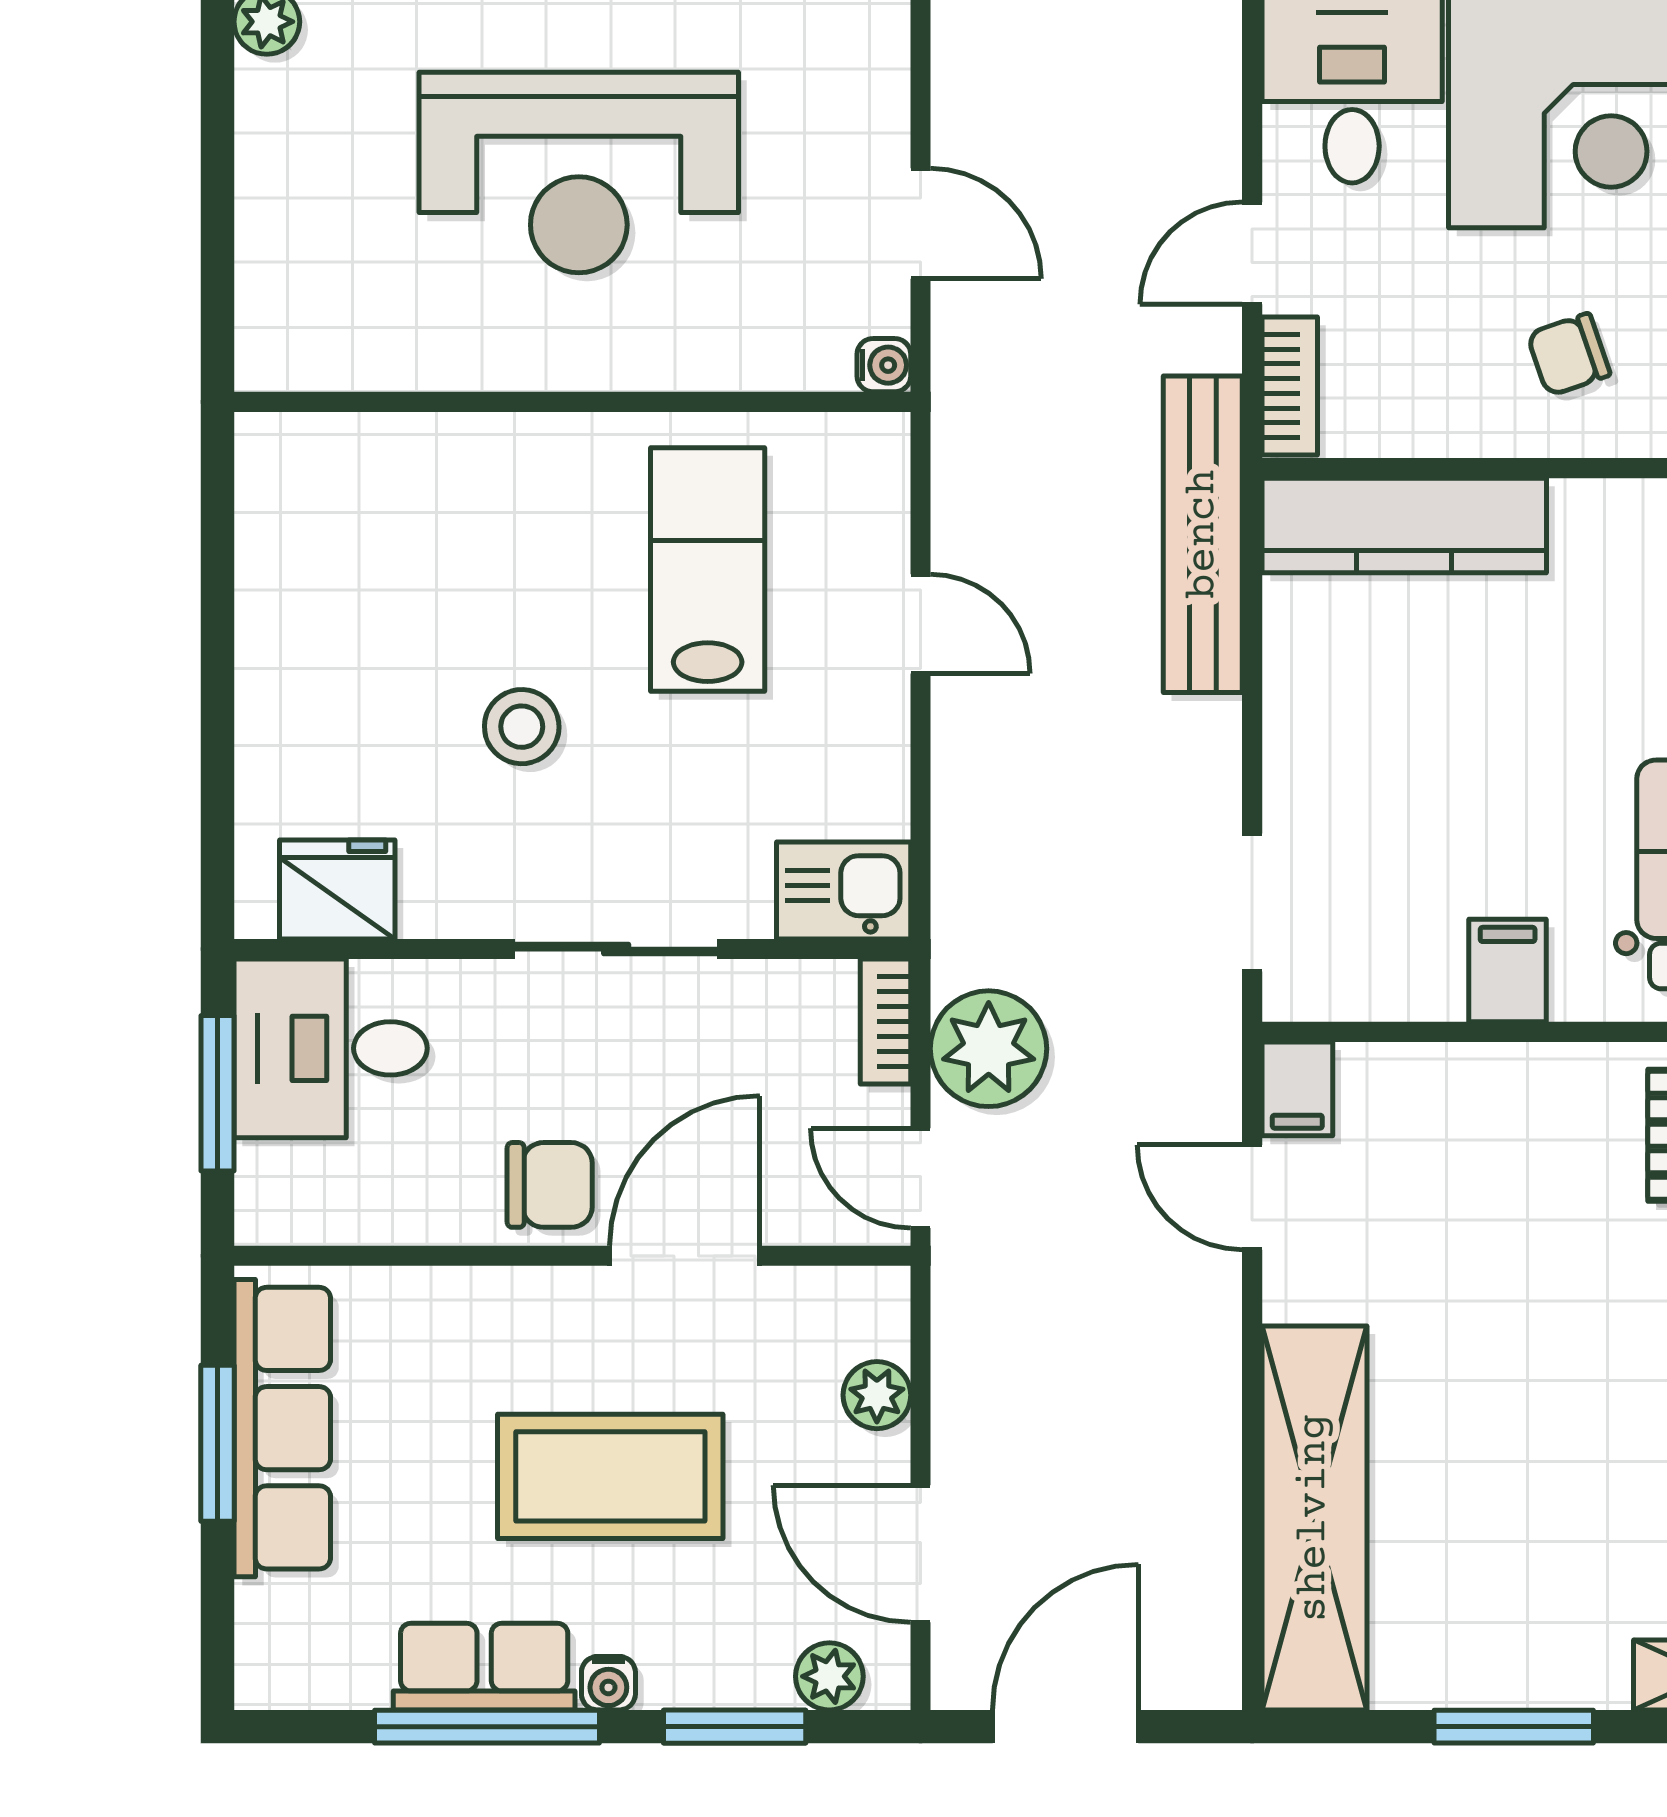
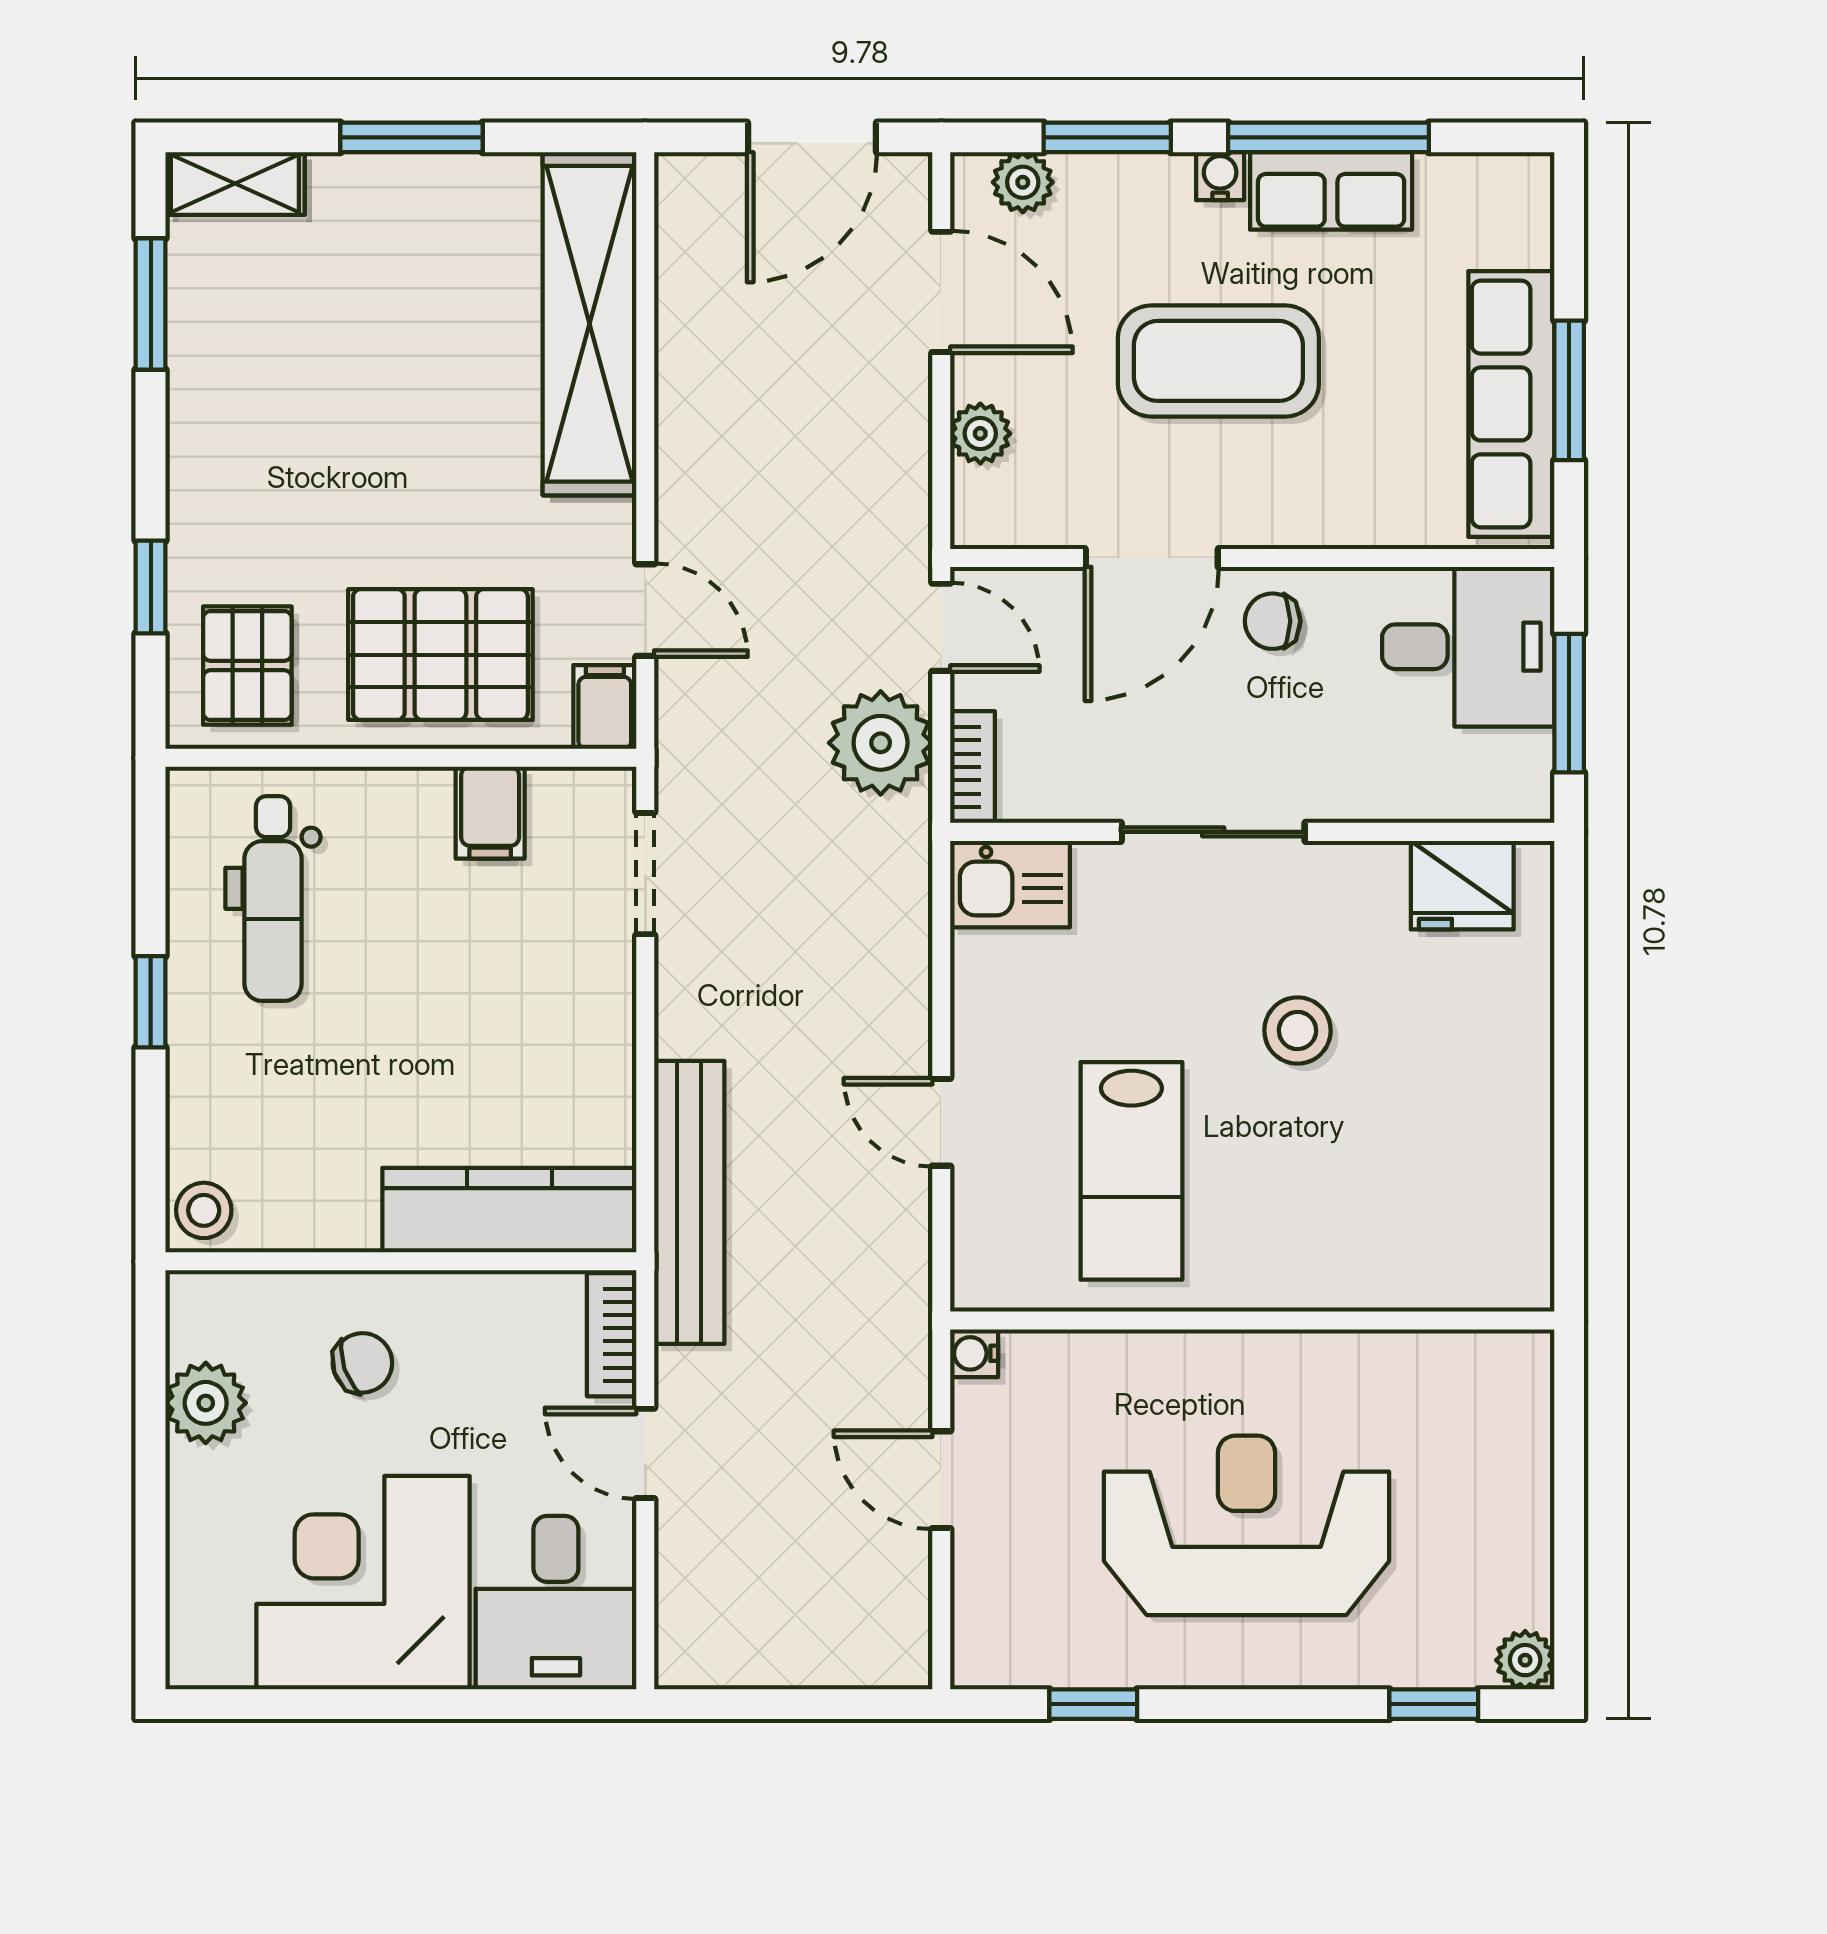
door: (1252, 253) -> (645, 1453), swing flipped
filing cabinet: (1508, 970) -> (490, 813), moved
desk: (331, 1048) -> (1468, 647), moved
pallet: (1481, 1148) -> (440, 655), added
chair: (550, 1185) -> (1273, 621), width x0.73, depth x0.73

